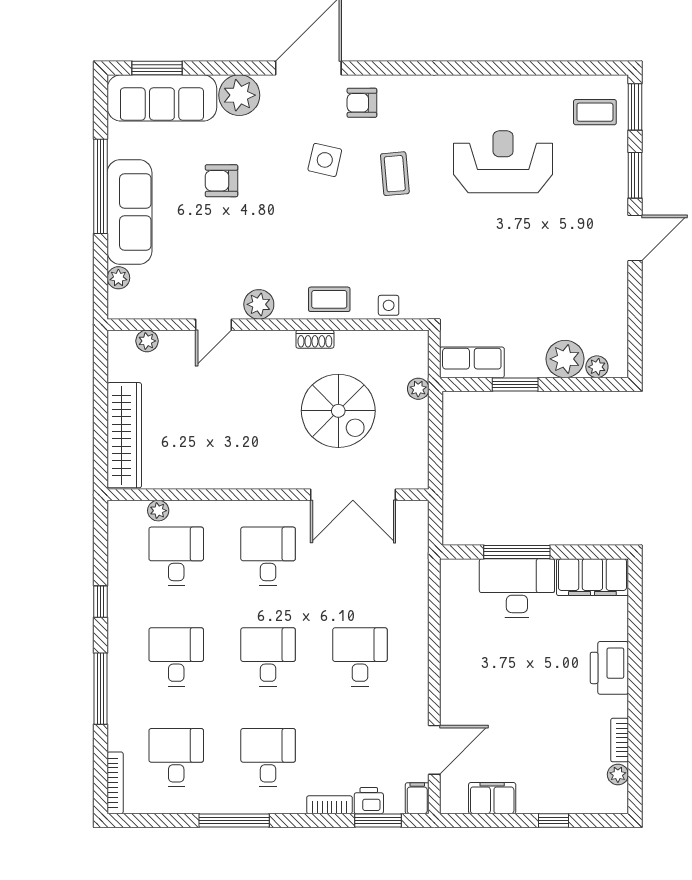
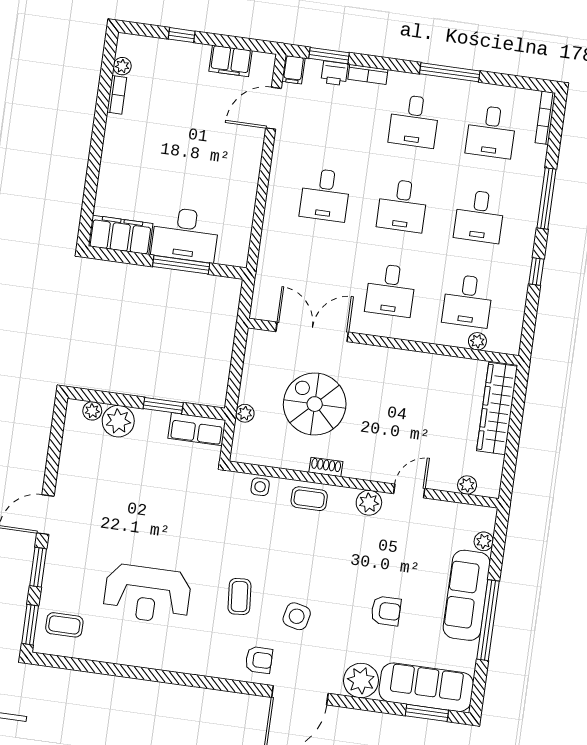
printer: (609, 668) -> (117, 157), removed

